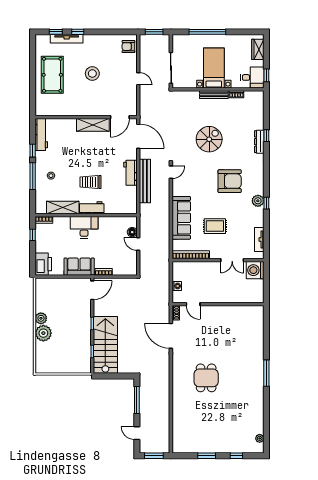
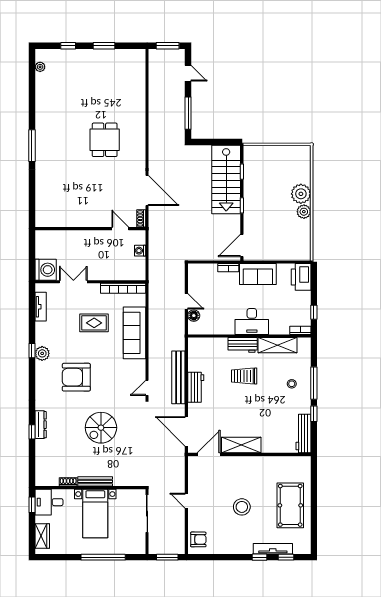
trolley: (90, 182) -> (244, 376), turned 180

